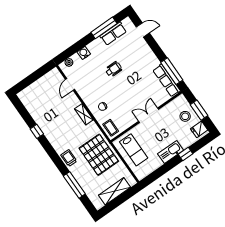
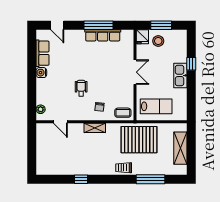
window: (104, 28) -> (32, 58), removed
door: (143, 30) -> (57, 25), swing flipped
water cooler: (84, 53) -> (41, 73), moved
wheelchair: (113, 69) -> (81, 88), moved
window: (172, 71) -> (99, 25), moved
row of seats: (167, 80) -> (103, 35), moved
double door: (149, 115) -> (135, 72), swing flipped
fridge: (199, 129) -> (142, 37), moved

